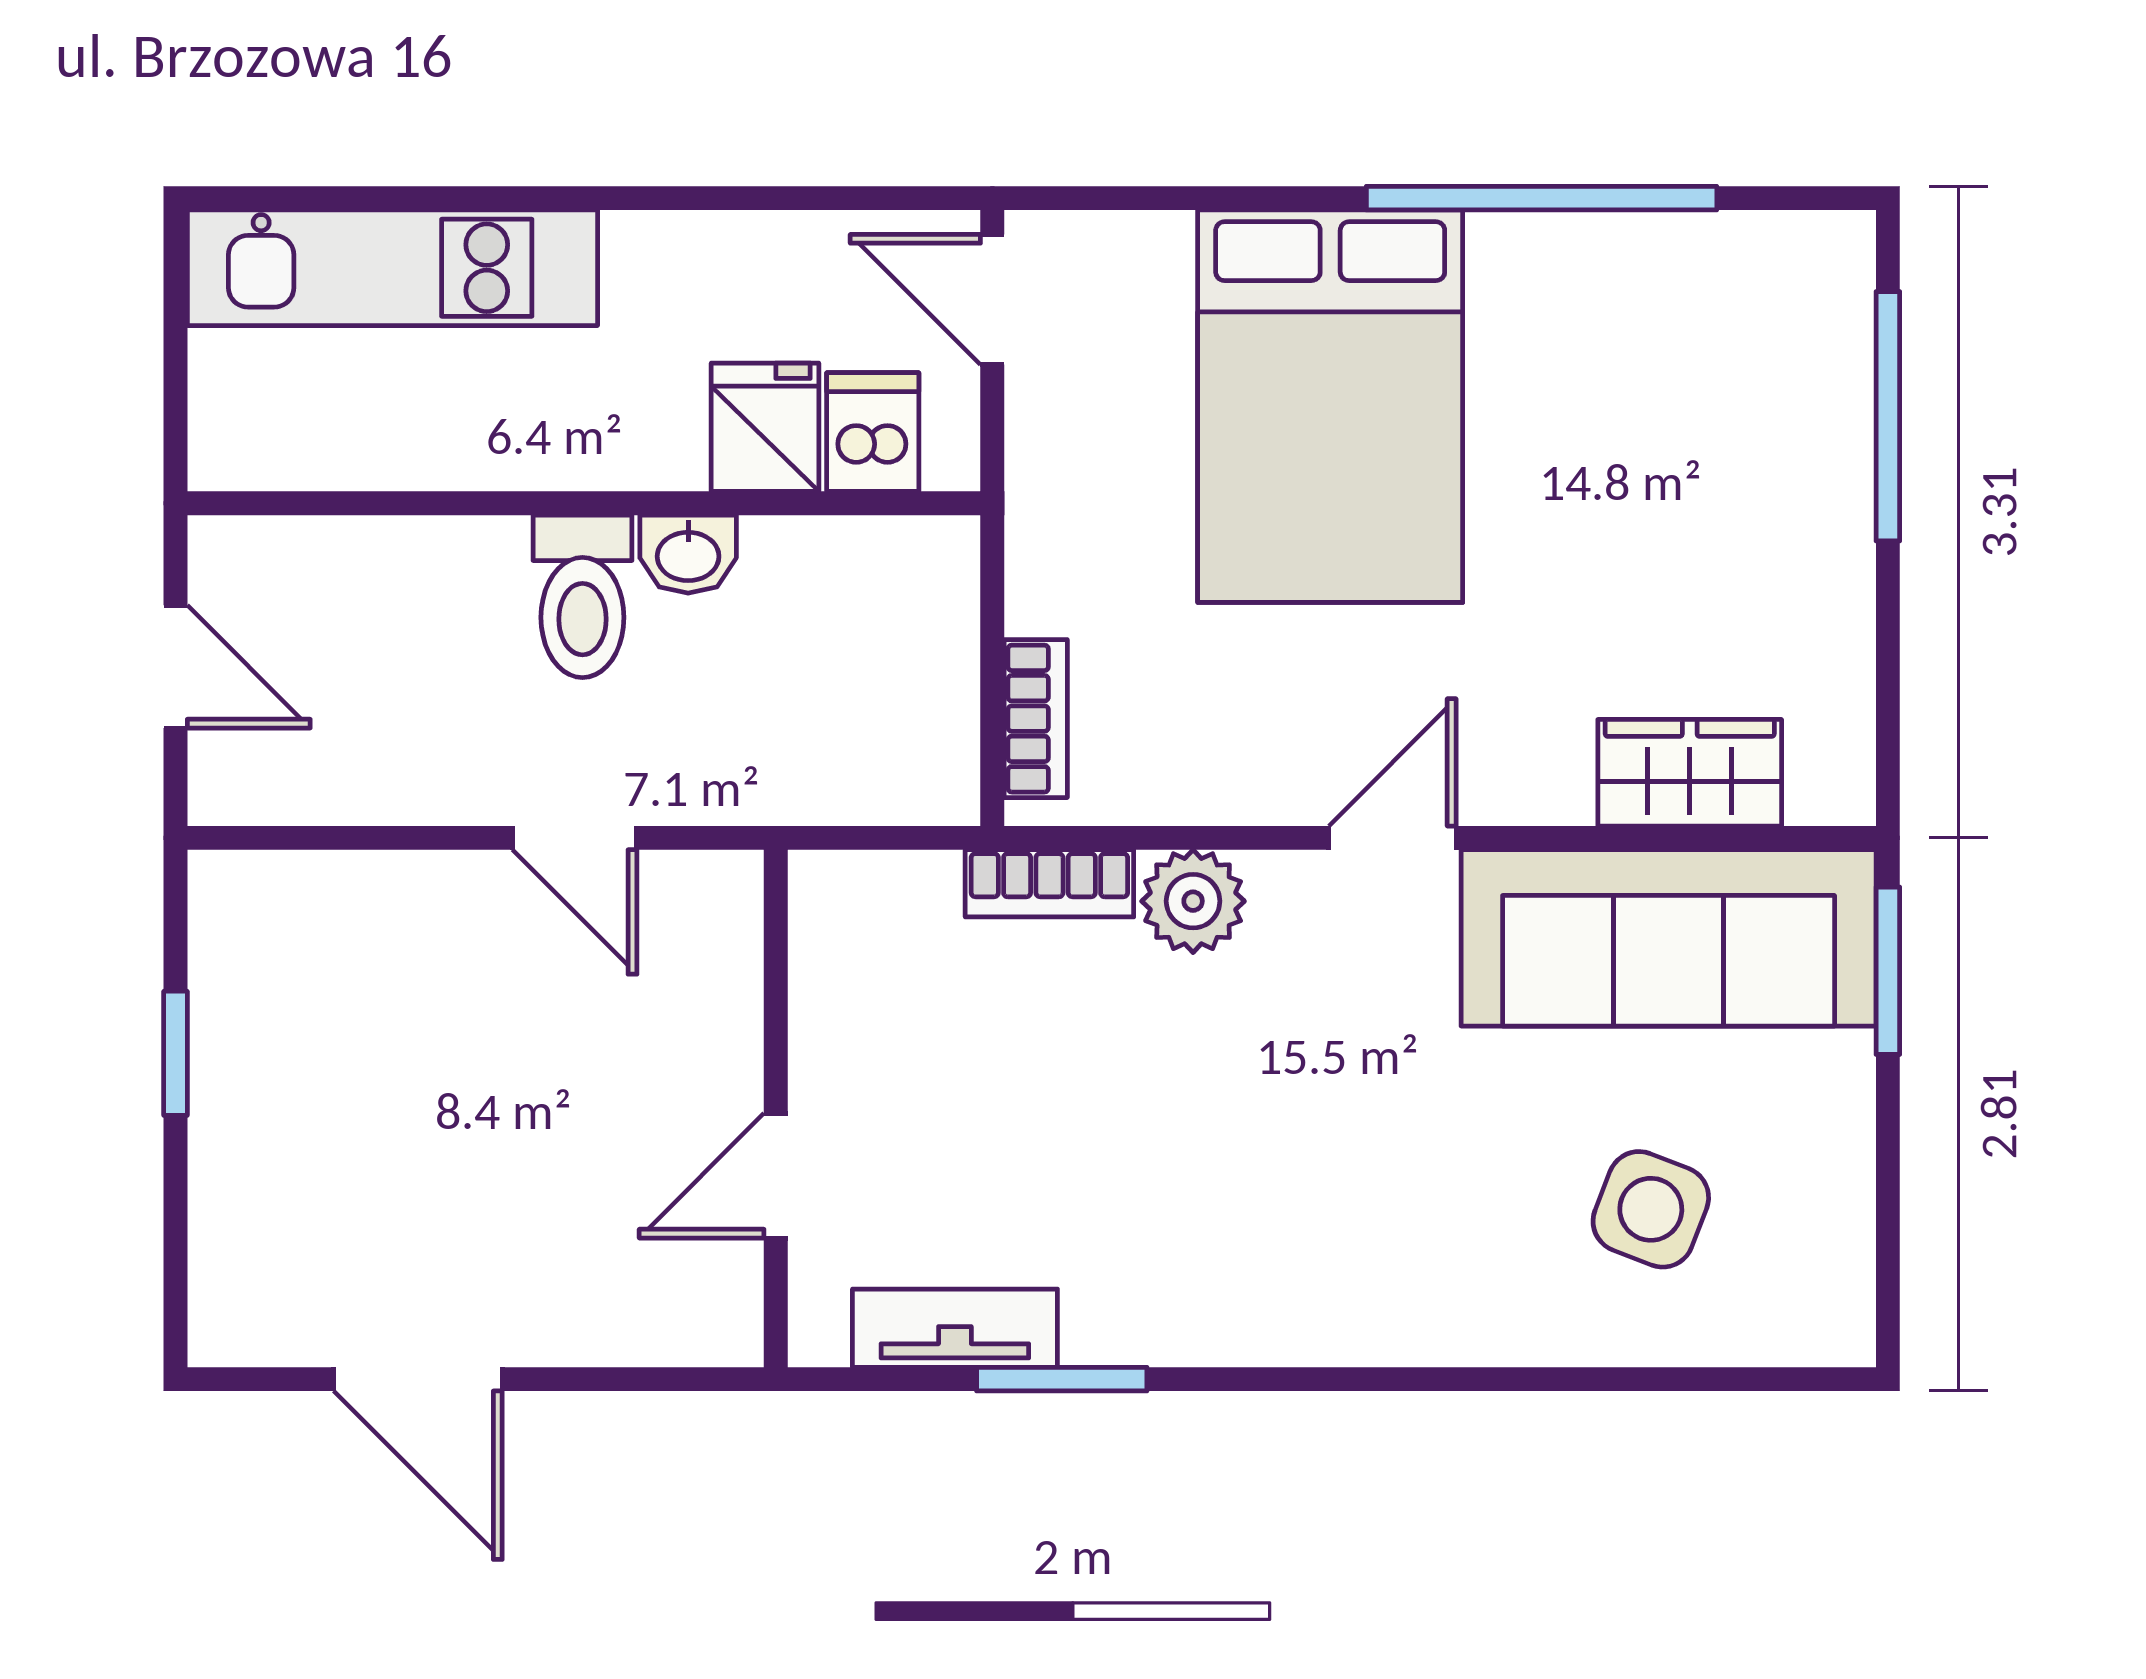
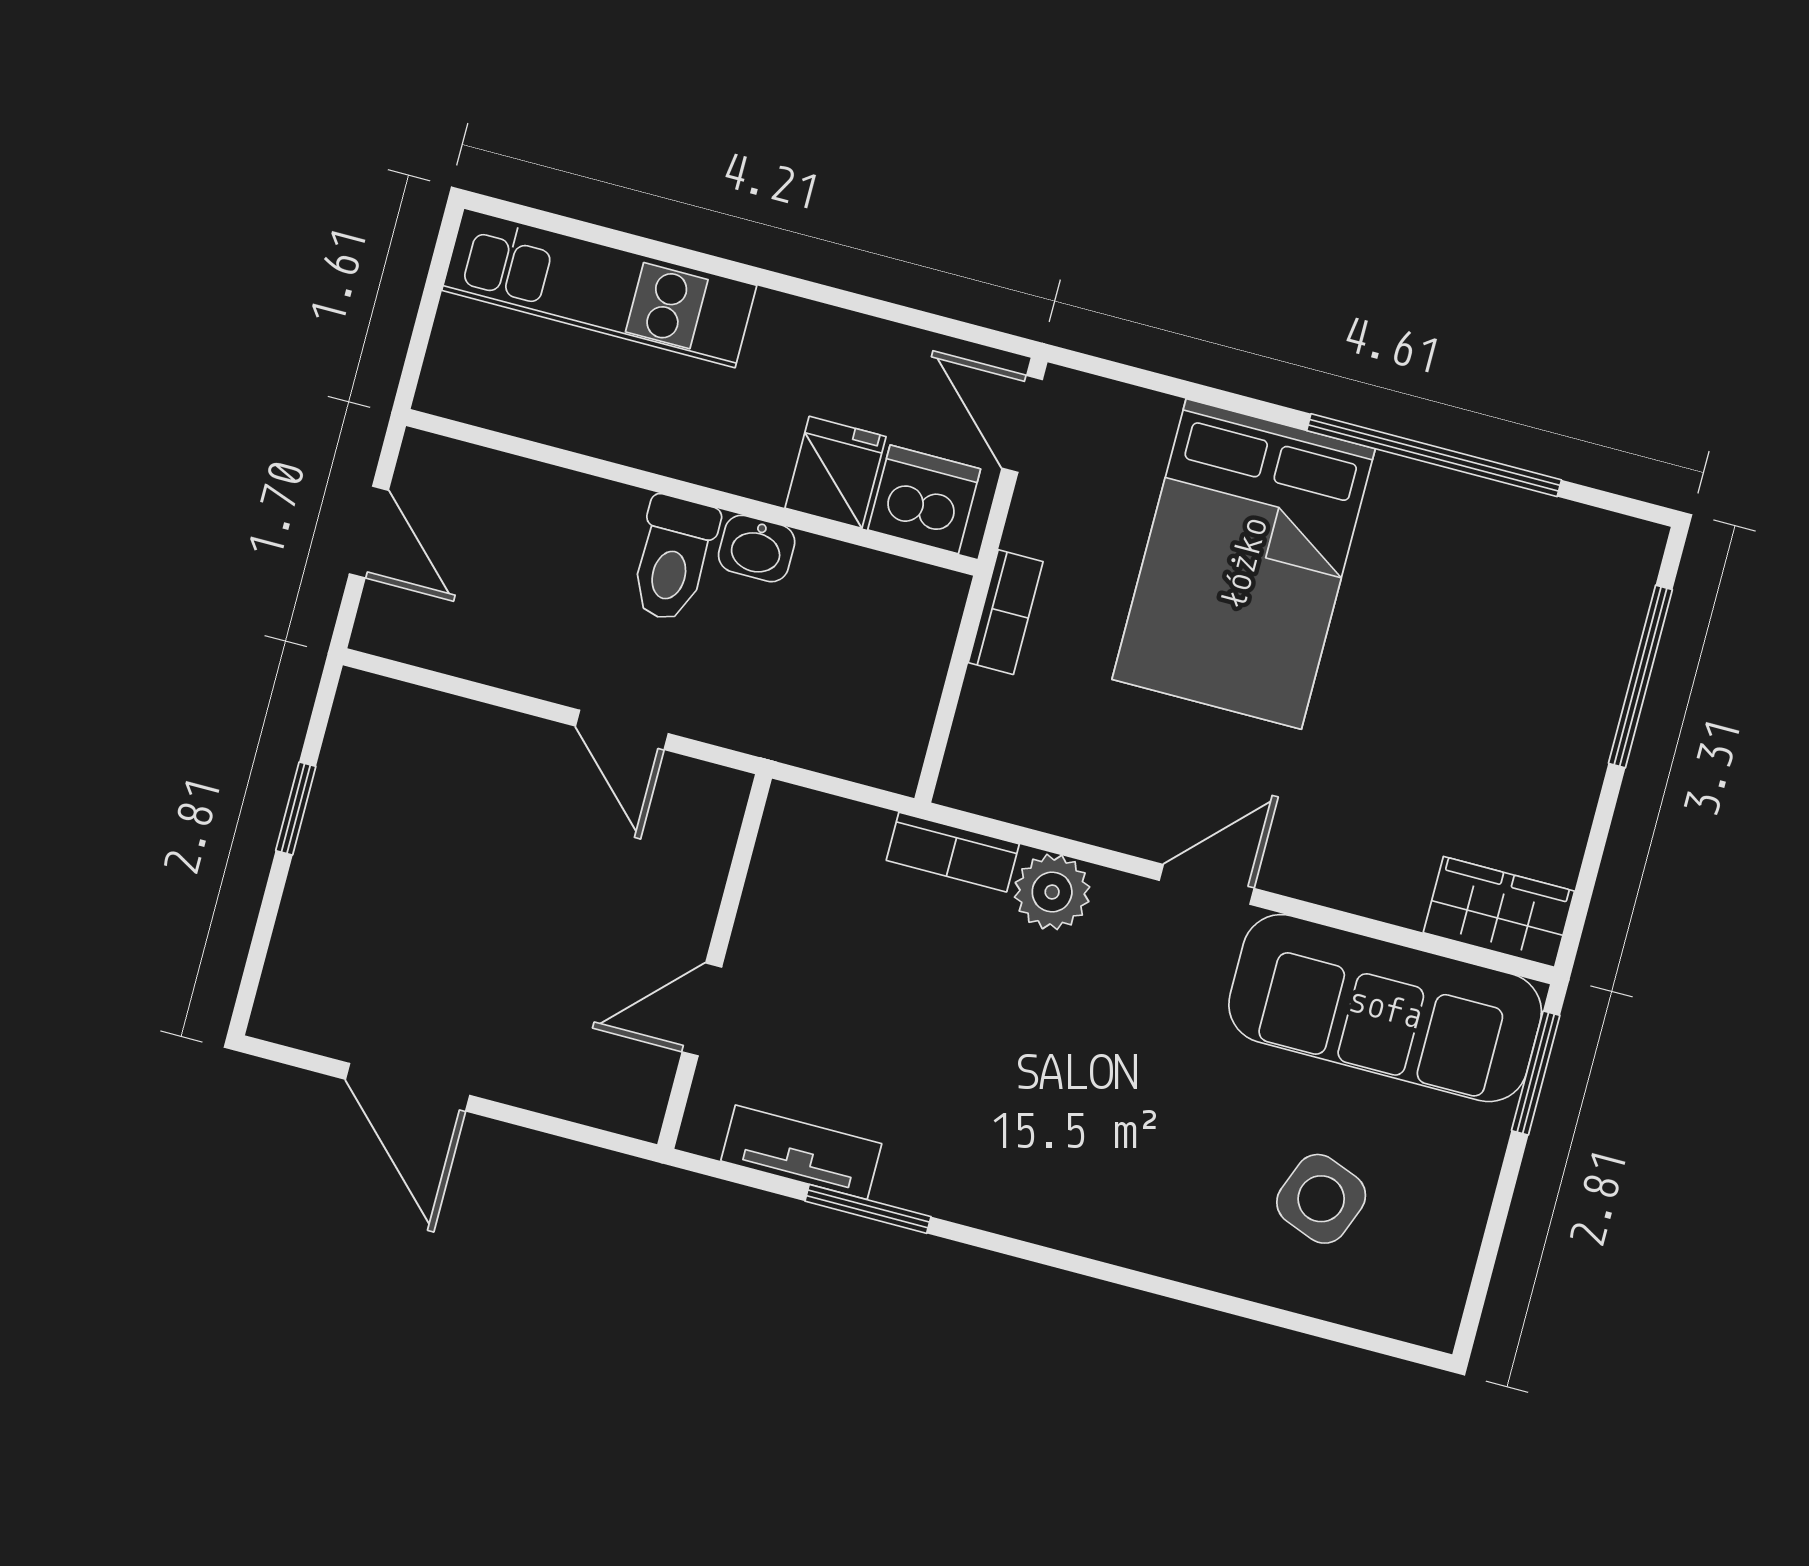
dishwasher: (873, 432) -> (924, 499), width x1.38
bookcase: (1036, 719) -> (1006, 612), moved
wardrobe: (1690, 773) -> (1499, 912), moved

